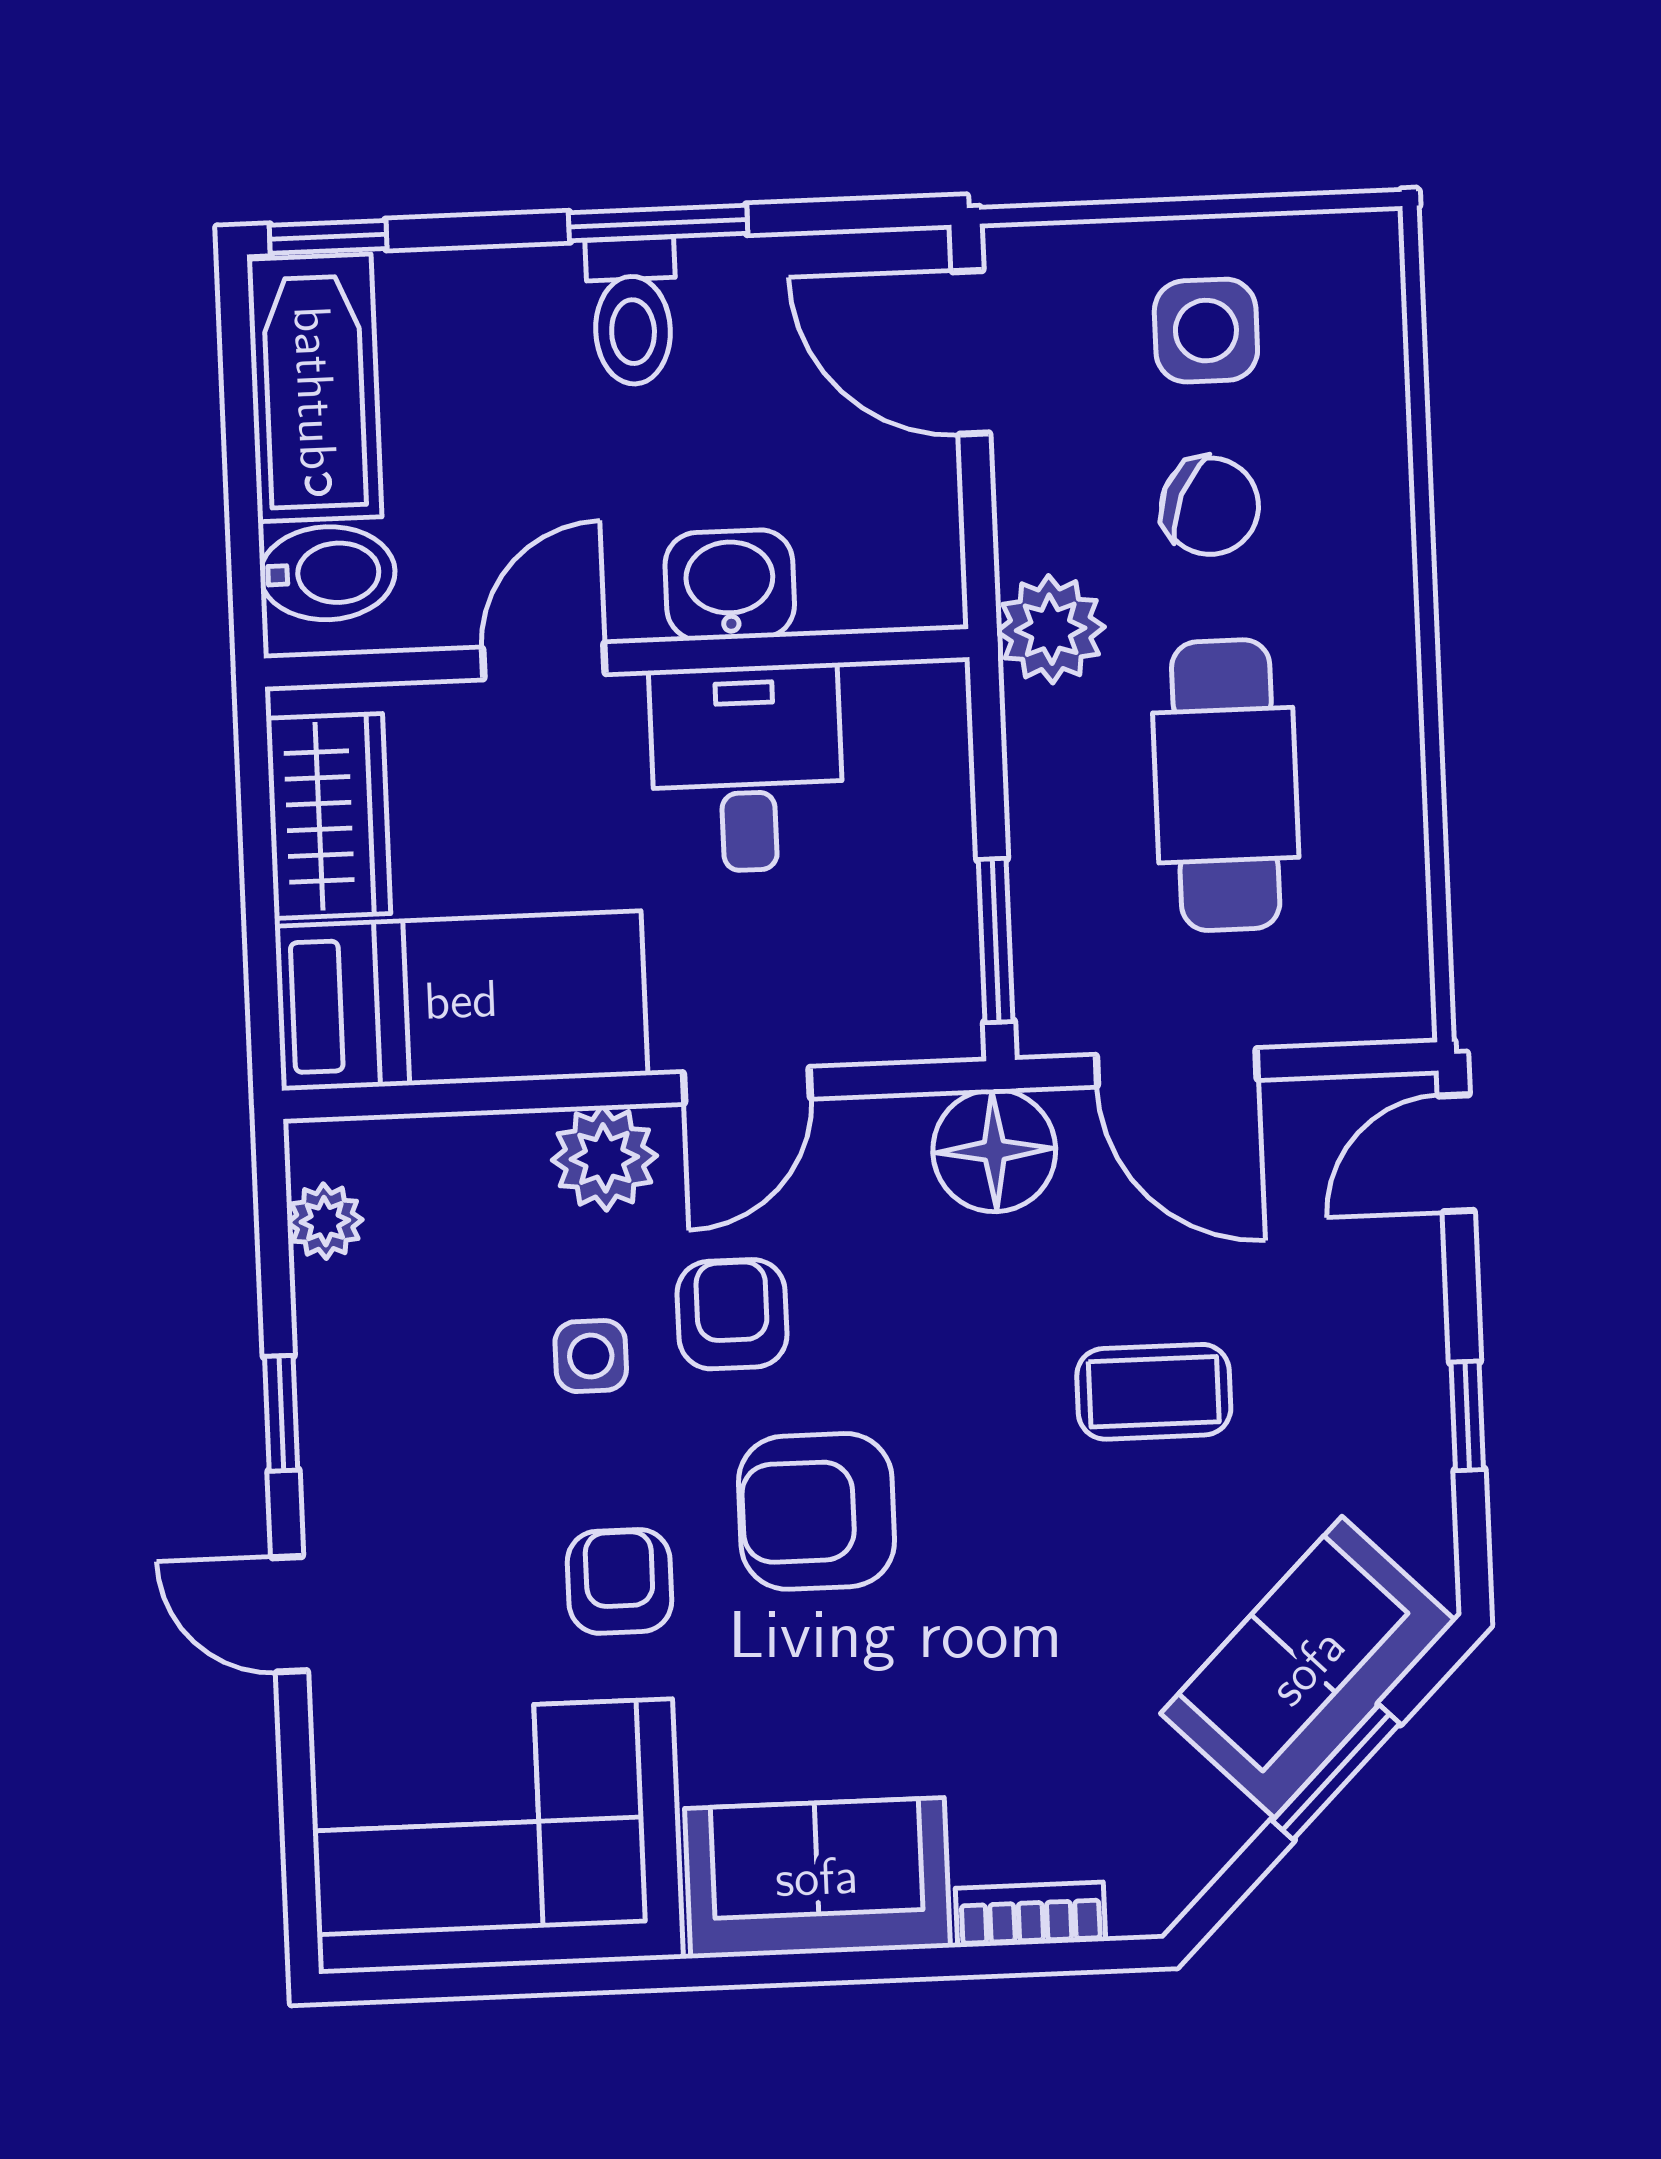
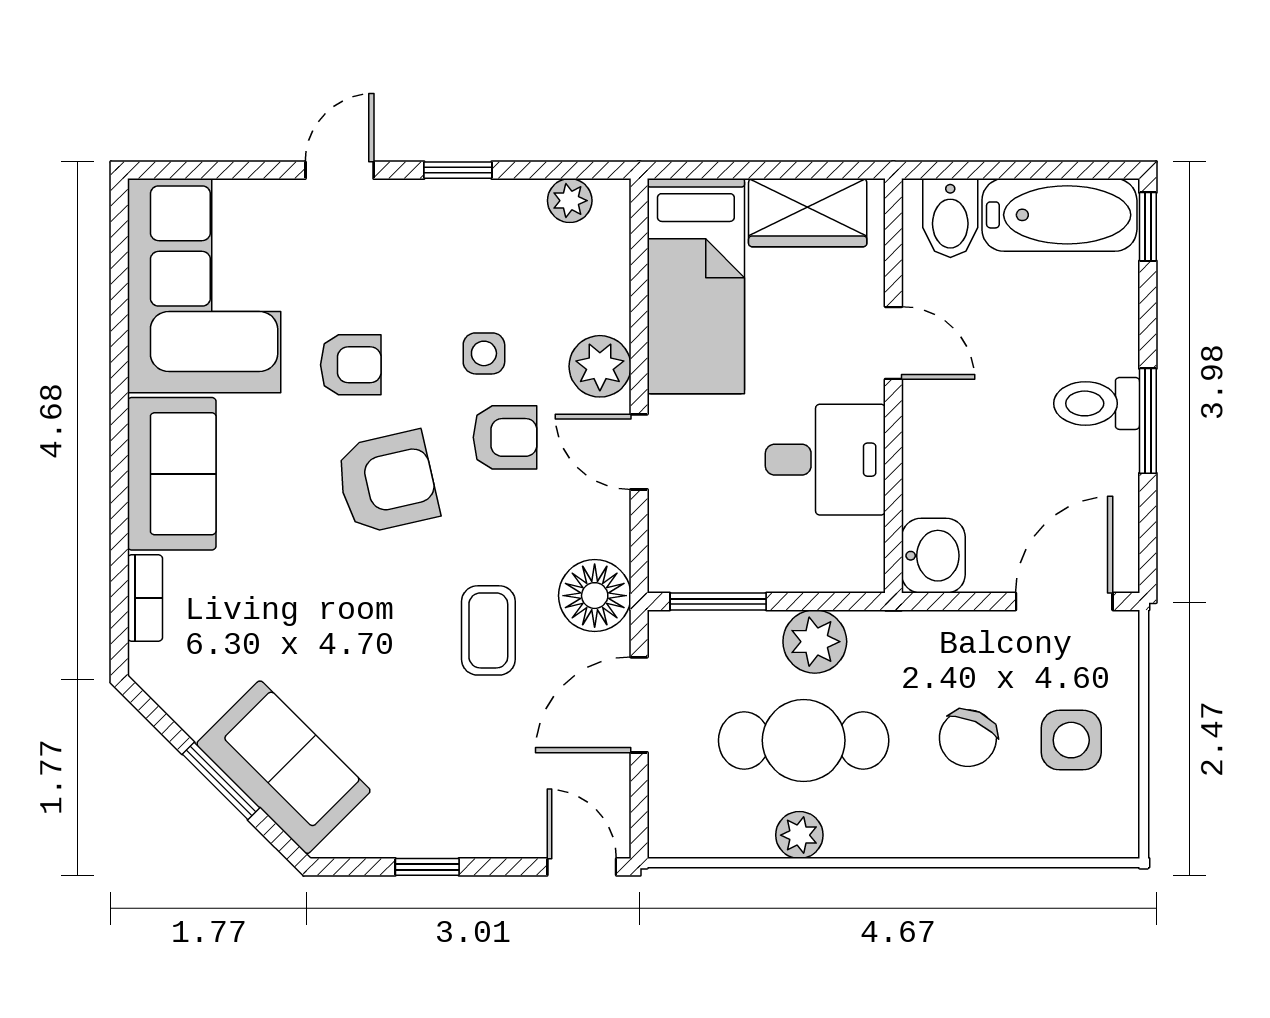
washbasin: (730, 585) -> (933, 556), moved
plant: (1051, 629) -> (815, 642), moved
plant: (1387, 786) -> (799, 835), added
coffee table: (1154, 1392) -> (488, 630), moved
armchair: (817, 1511) -> (387, 482), turned 77

